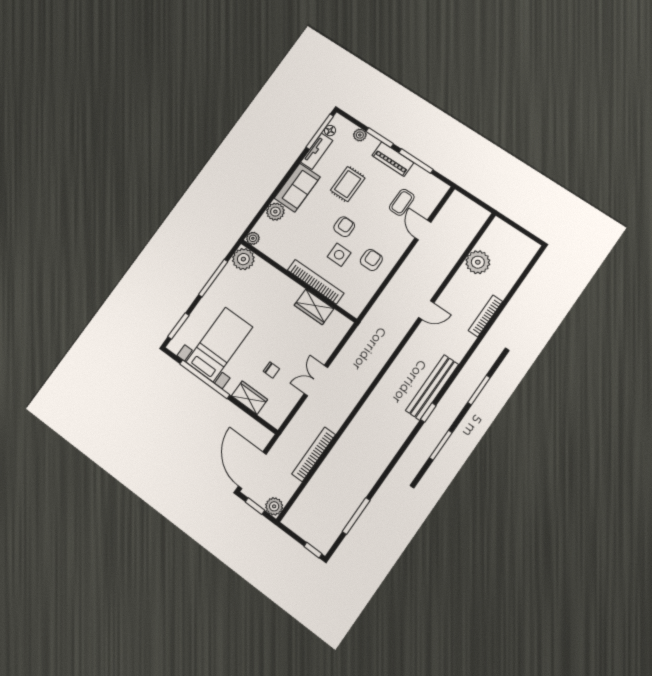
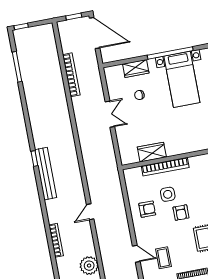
armchair: (371, 260) -> (147, 209), turned -90
plant: (274, 506) -> (64, 27), removed

